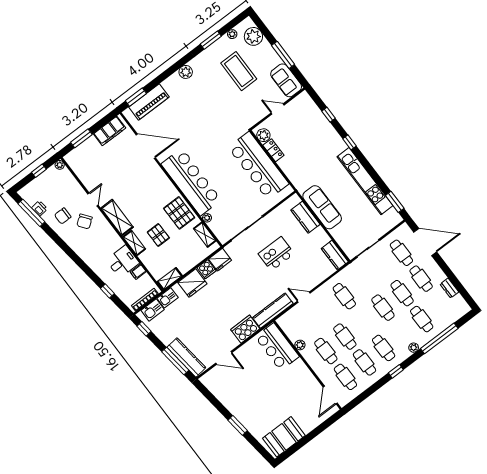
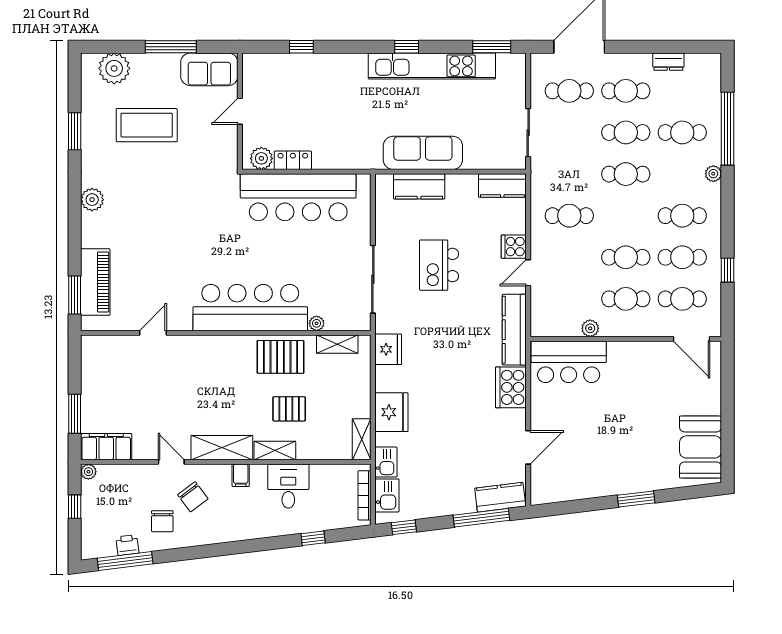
plant: (232, 34) -> (89, 95), removed
filing cabinet: (110, 131) -> (106, 447), moved, turned -90
window: (350, 142) -> (407, 47), moved
door: (146, 146) -> (153, 333), width x0.53
cooker: (207, 269) -> (514, 247), moved, turned 180
filing cabinet: (138, 272) -> (241, 475), moved
kitchen counter: (186, 357) -> (500, 497), width x0.67
window: (396, 371) -> (728, 270), moved

